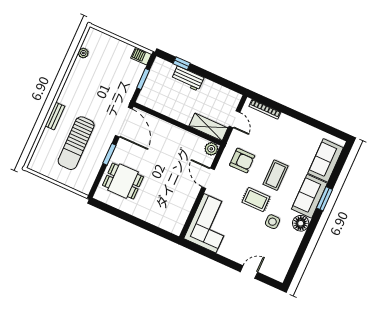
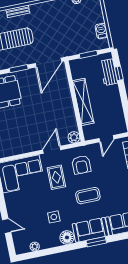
barbecue: (141, 56) -> (101, 31), moved
workbench: (188, 78) -> (109, 72), moved
shelving: (208, 127) -> (83, 102), moved, width x1.47
rug: (256, 200) -> (56, 177), moved
plant: (287, 260) -> (35, 247), added

